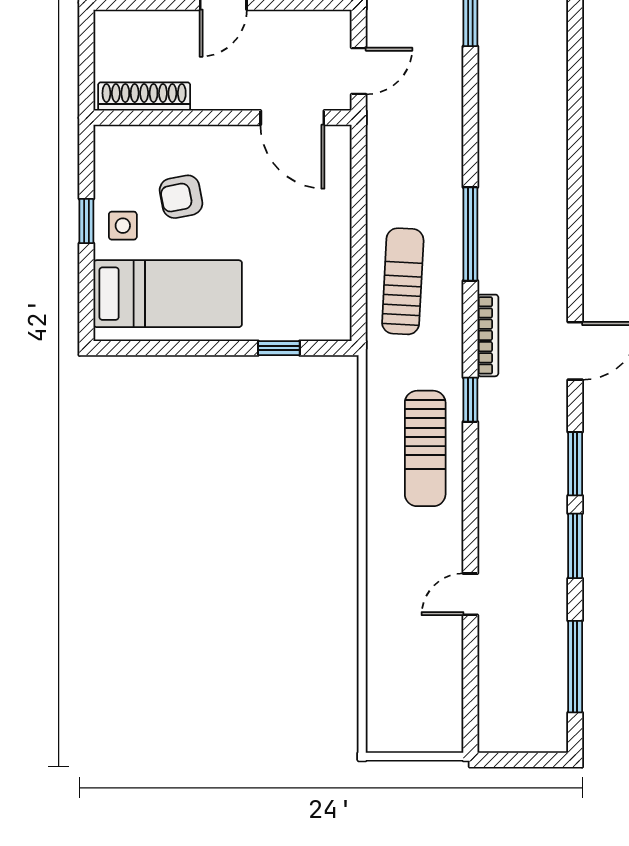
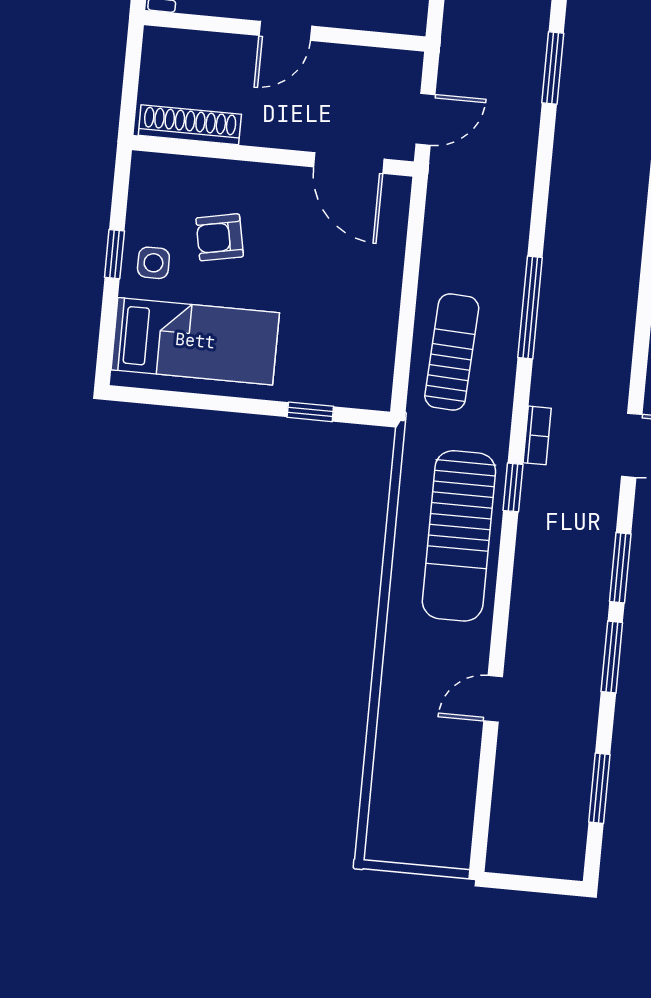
bookcase: (488, 335) -> (537, 435), width x0.64
sun lounger: (425, 448) -> (459, 536), width x1.36, depth x1.34
window: (575, 667) -> (599, 788), width x0.69

